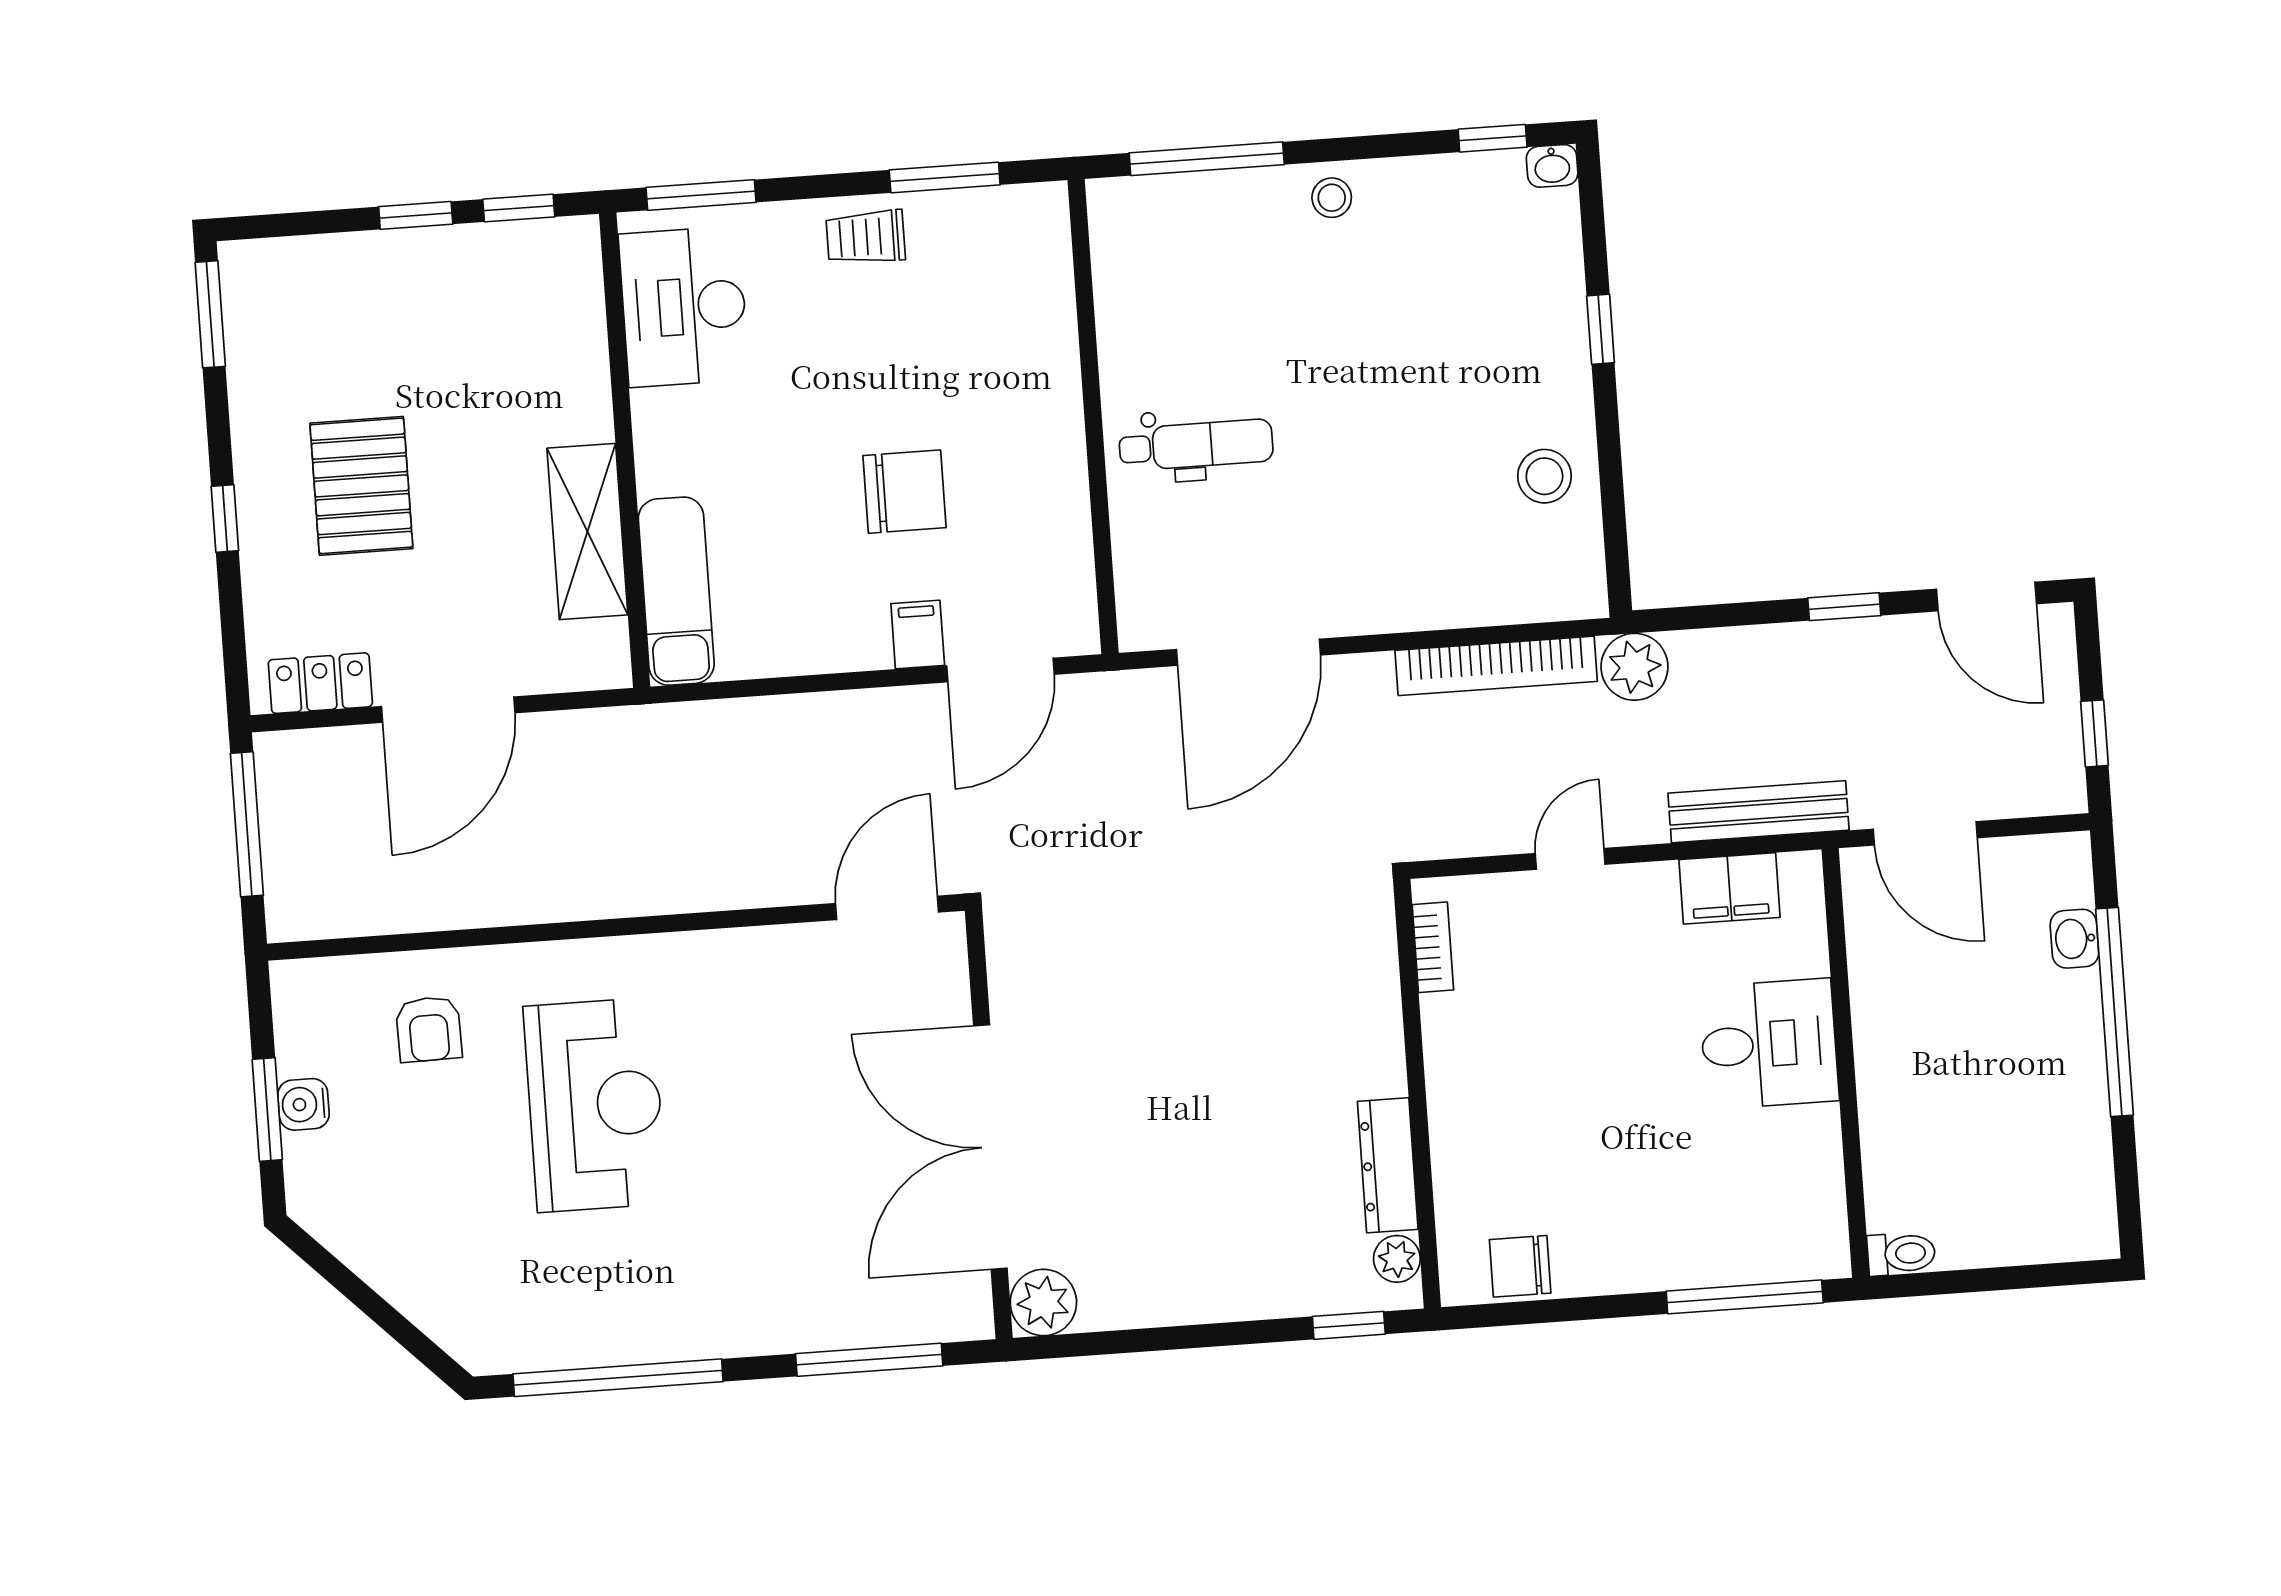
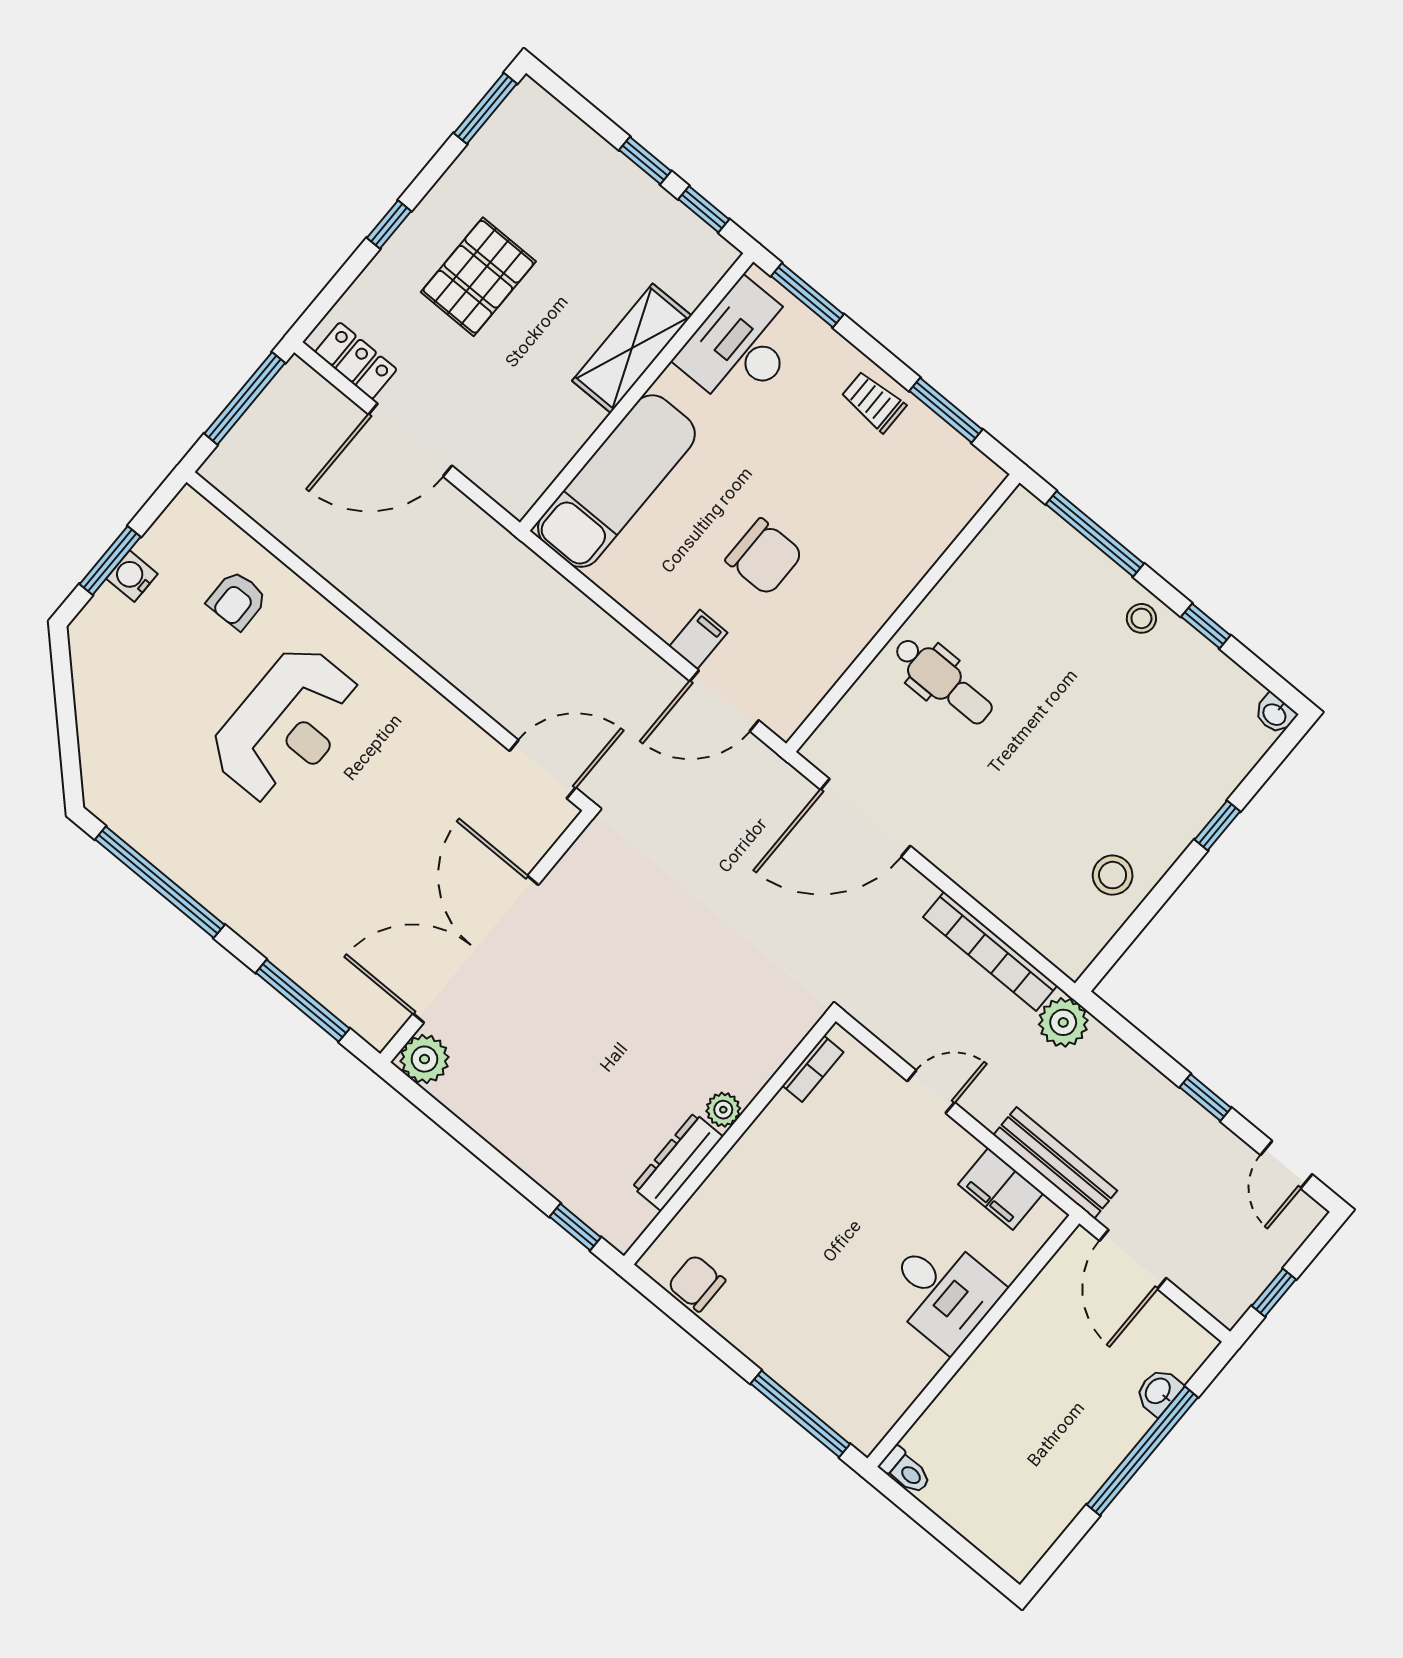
window: (1493, 138) -> (1206, 626), moved
shelving: (587, 531) -> (632, 348), moved
exam couch: (676, 591) -> (616, 481), width x1.36, depth x1.45
door: (1986, 597) -> (1286, 1165), width x0.73
plant: (1397, 1259) -> (723, 1110), moved

